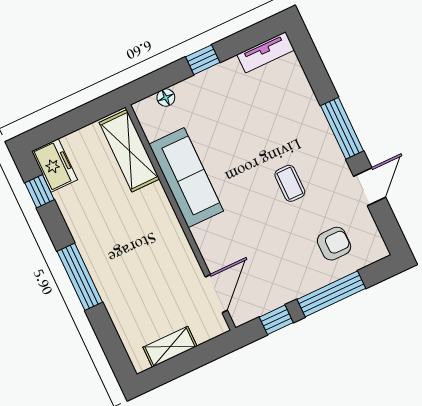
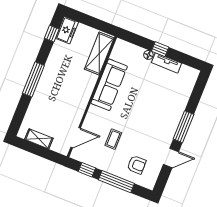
tv unit: (266, 52) -> (167, 63), moved
floor lamp: (166, 98) -> (148, 55), moved
coffee table: (290, 183) -> (113, 139), moved

